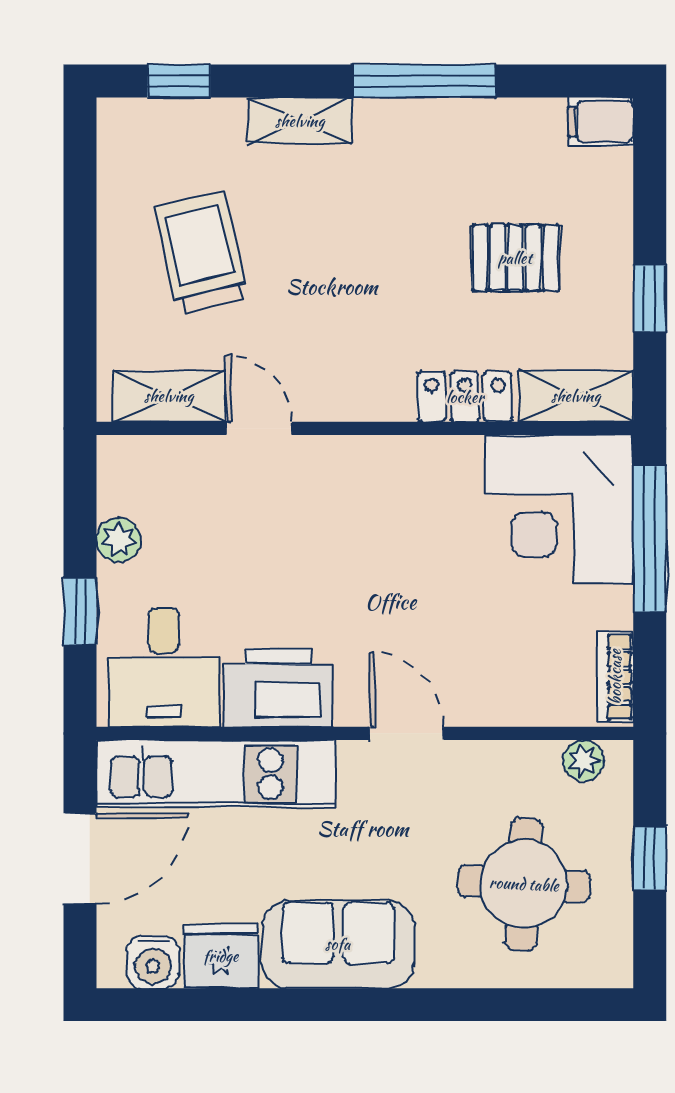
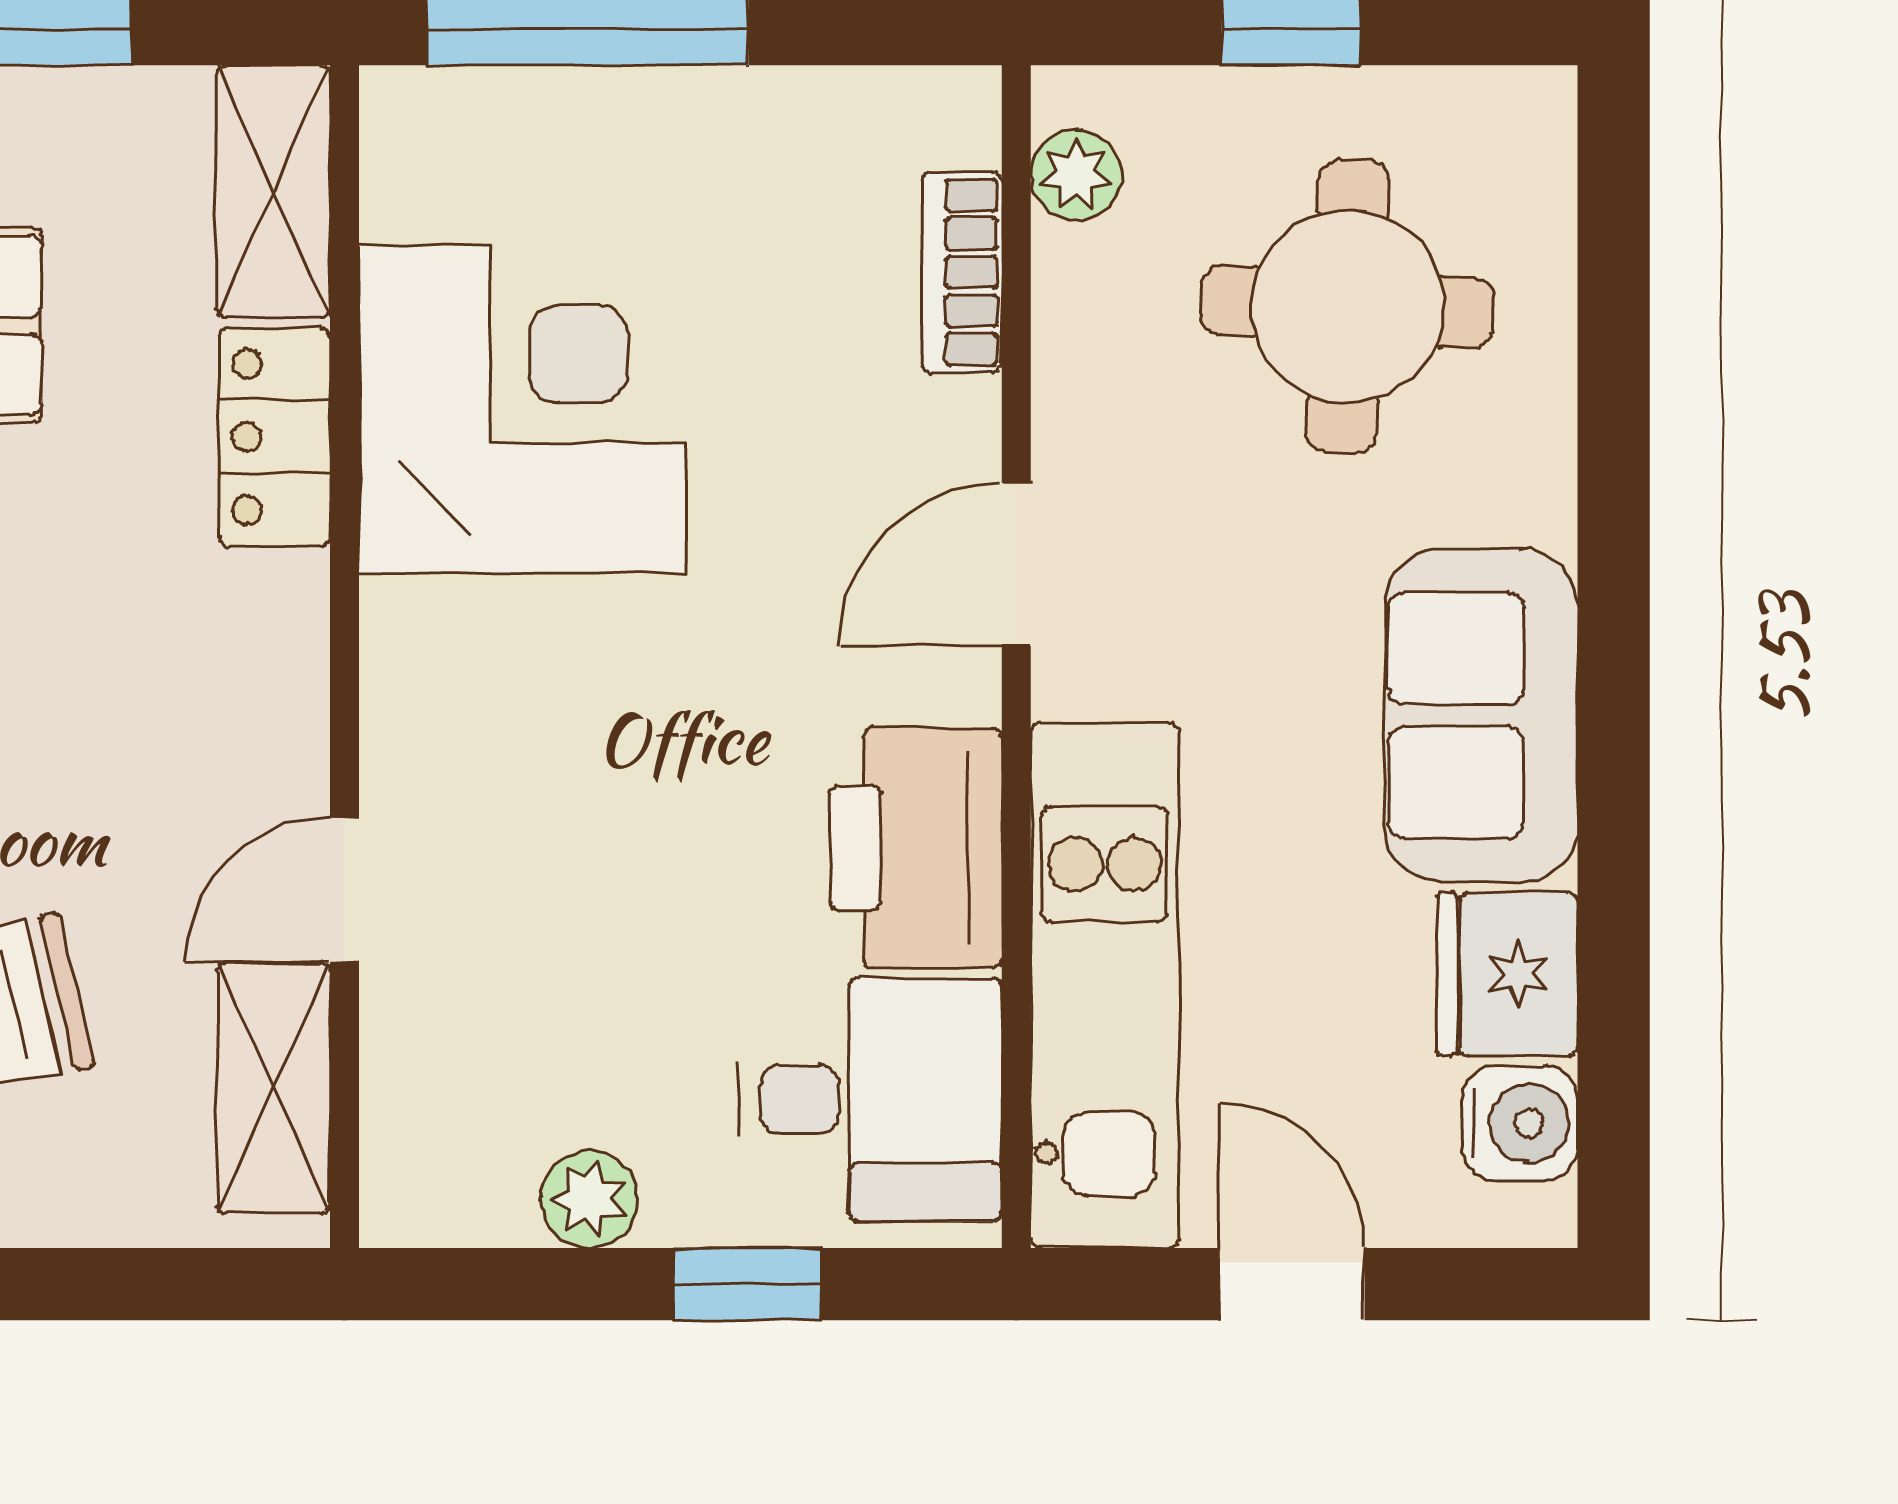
corner desk: (559, 509) -> (522, 409), moved, turned -90
bookcase: (615, 677) -> (962, 272), moved, turned 90
door: (80, 859) -> (1292, 1284), width x0.73

